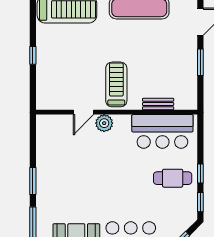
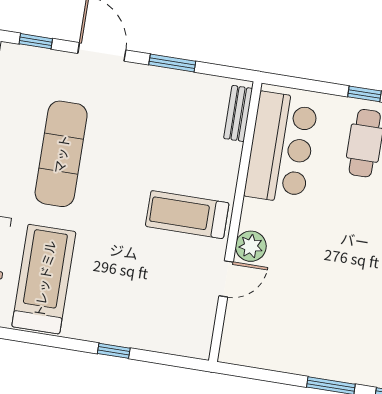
bench: (158, 104) -> (238, 113), moved
door: (84, 112) -> (226, 279), hinge flipped

